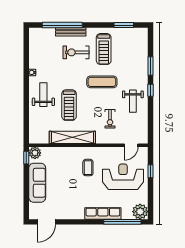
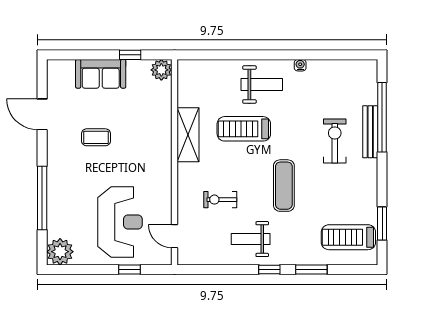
treadmill: (104, 49) -> (348, 237), moved
shelving: (72, 137) -> (188, 135), width x0.68
window: (26, 158) -> (130, 55), moved
coffee table: (88, 168) -> (96, 137), moved
sofa: (37, 183) -> (101, 74), width x0.73
row of seats: (103, 213) -> (57, 187), removed
door: (46, 222) -> (42, 114), moved
window: (122, 222) -> (42, 198), moved

